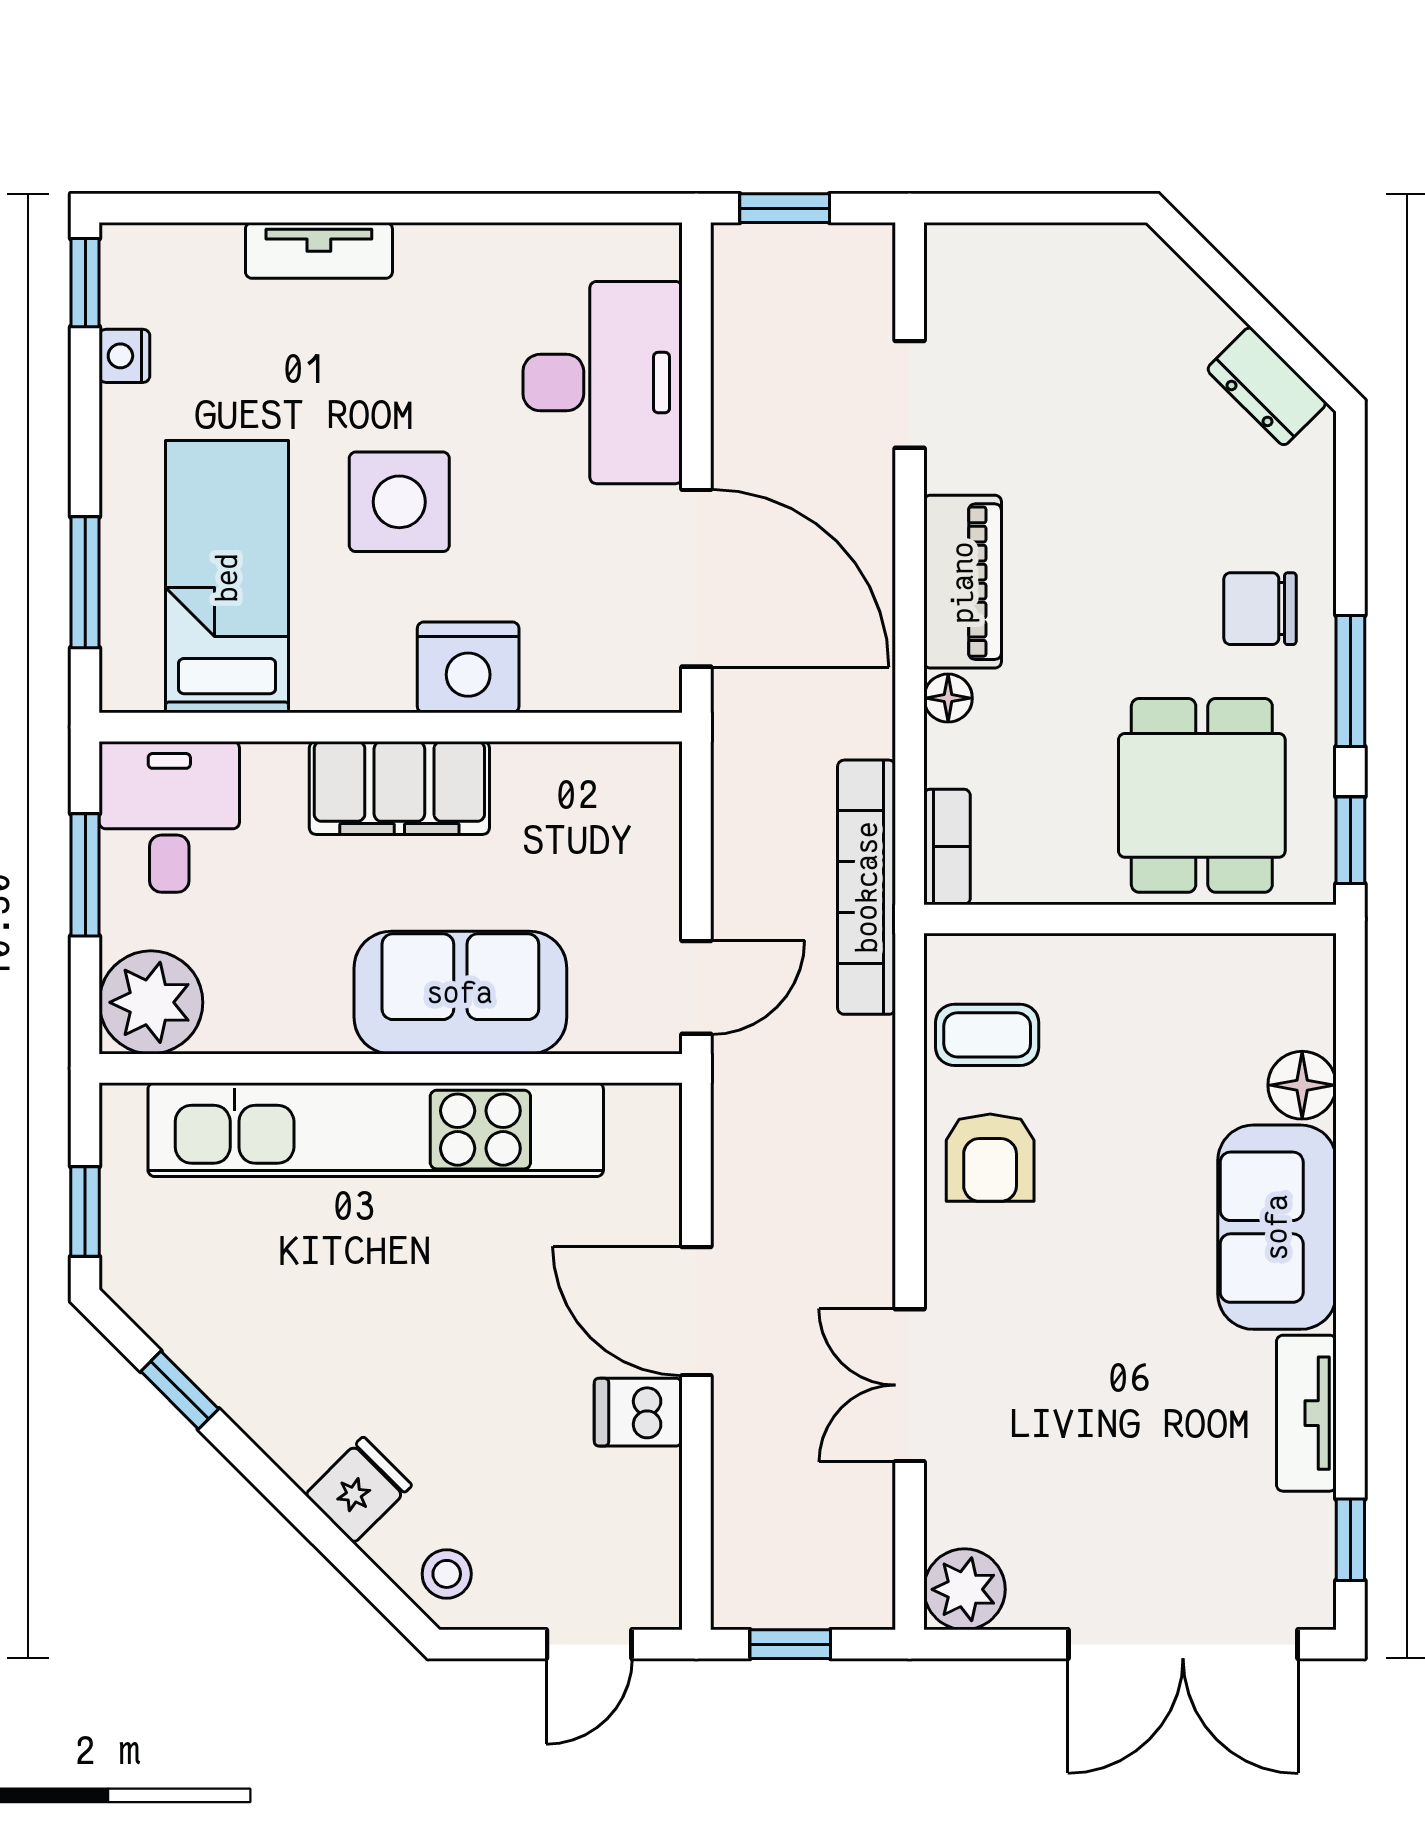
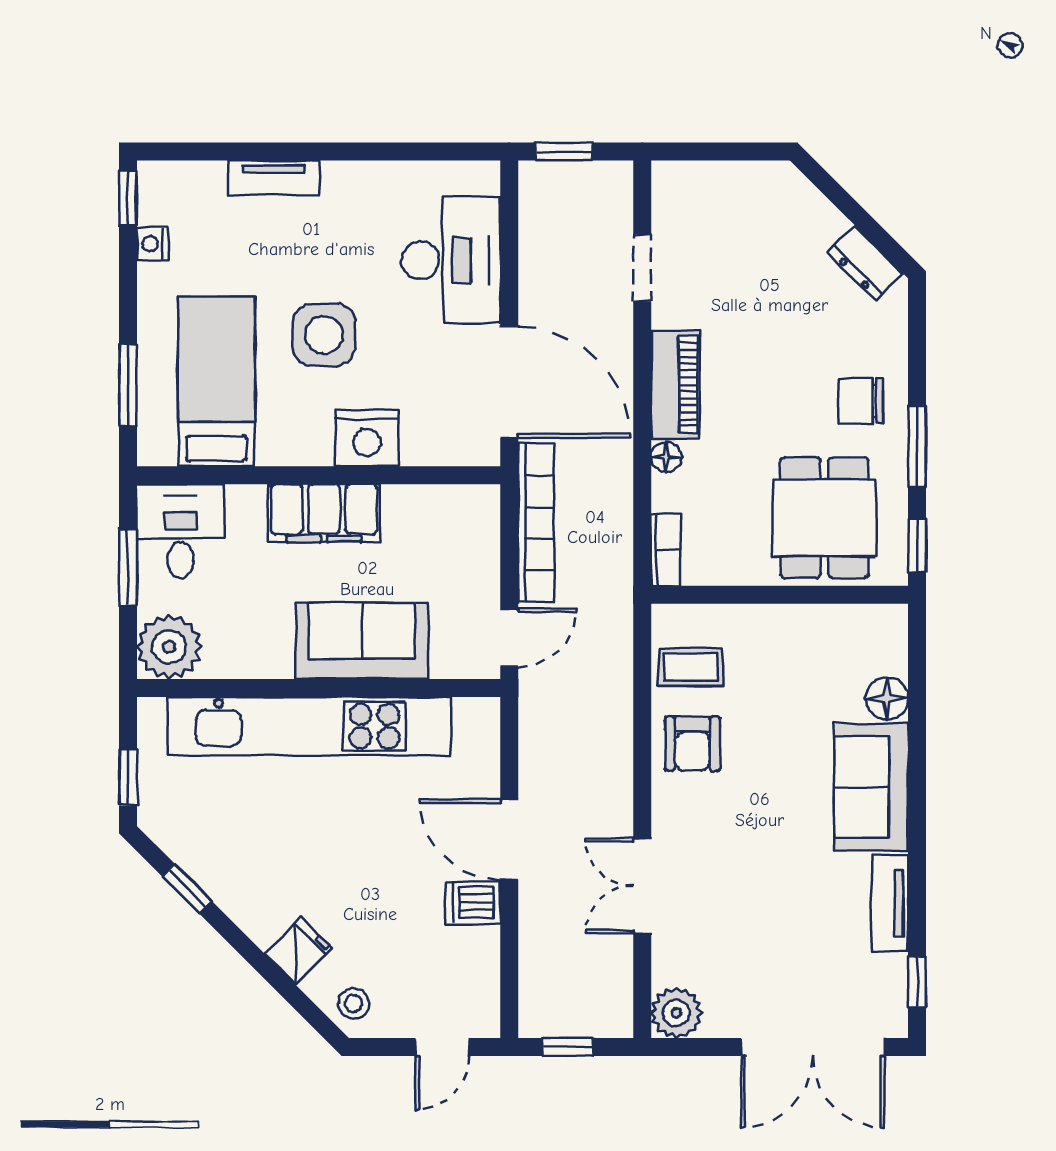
bookcase: (867, 887) -> (536, 523), moved, turned 180

